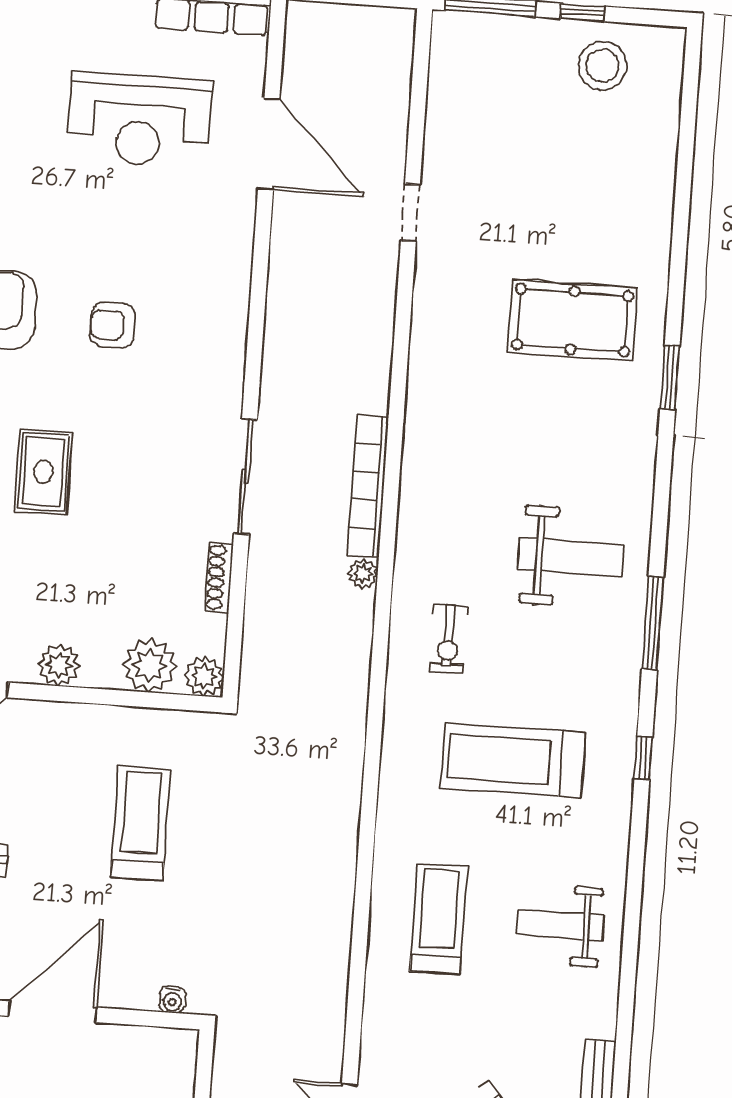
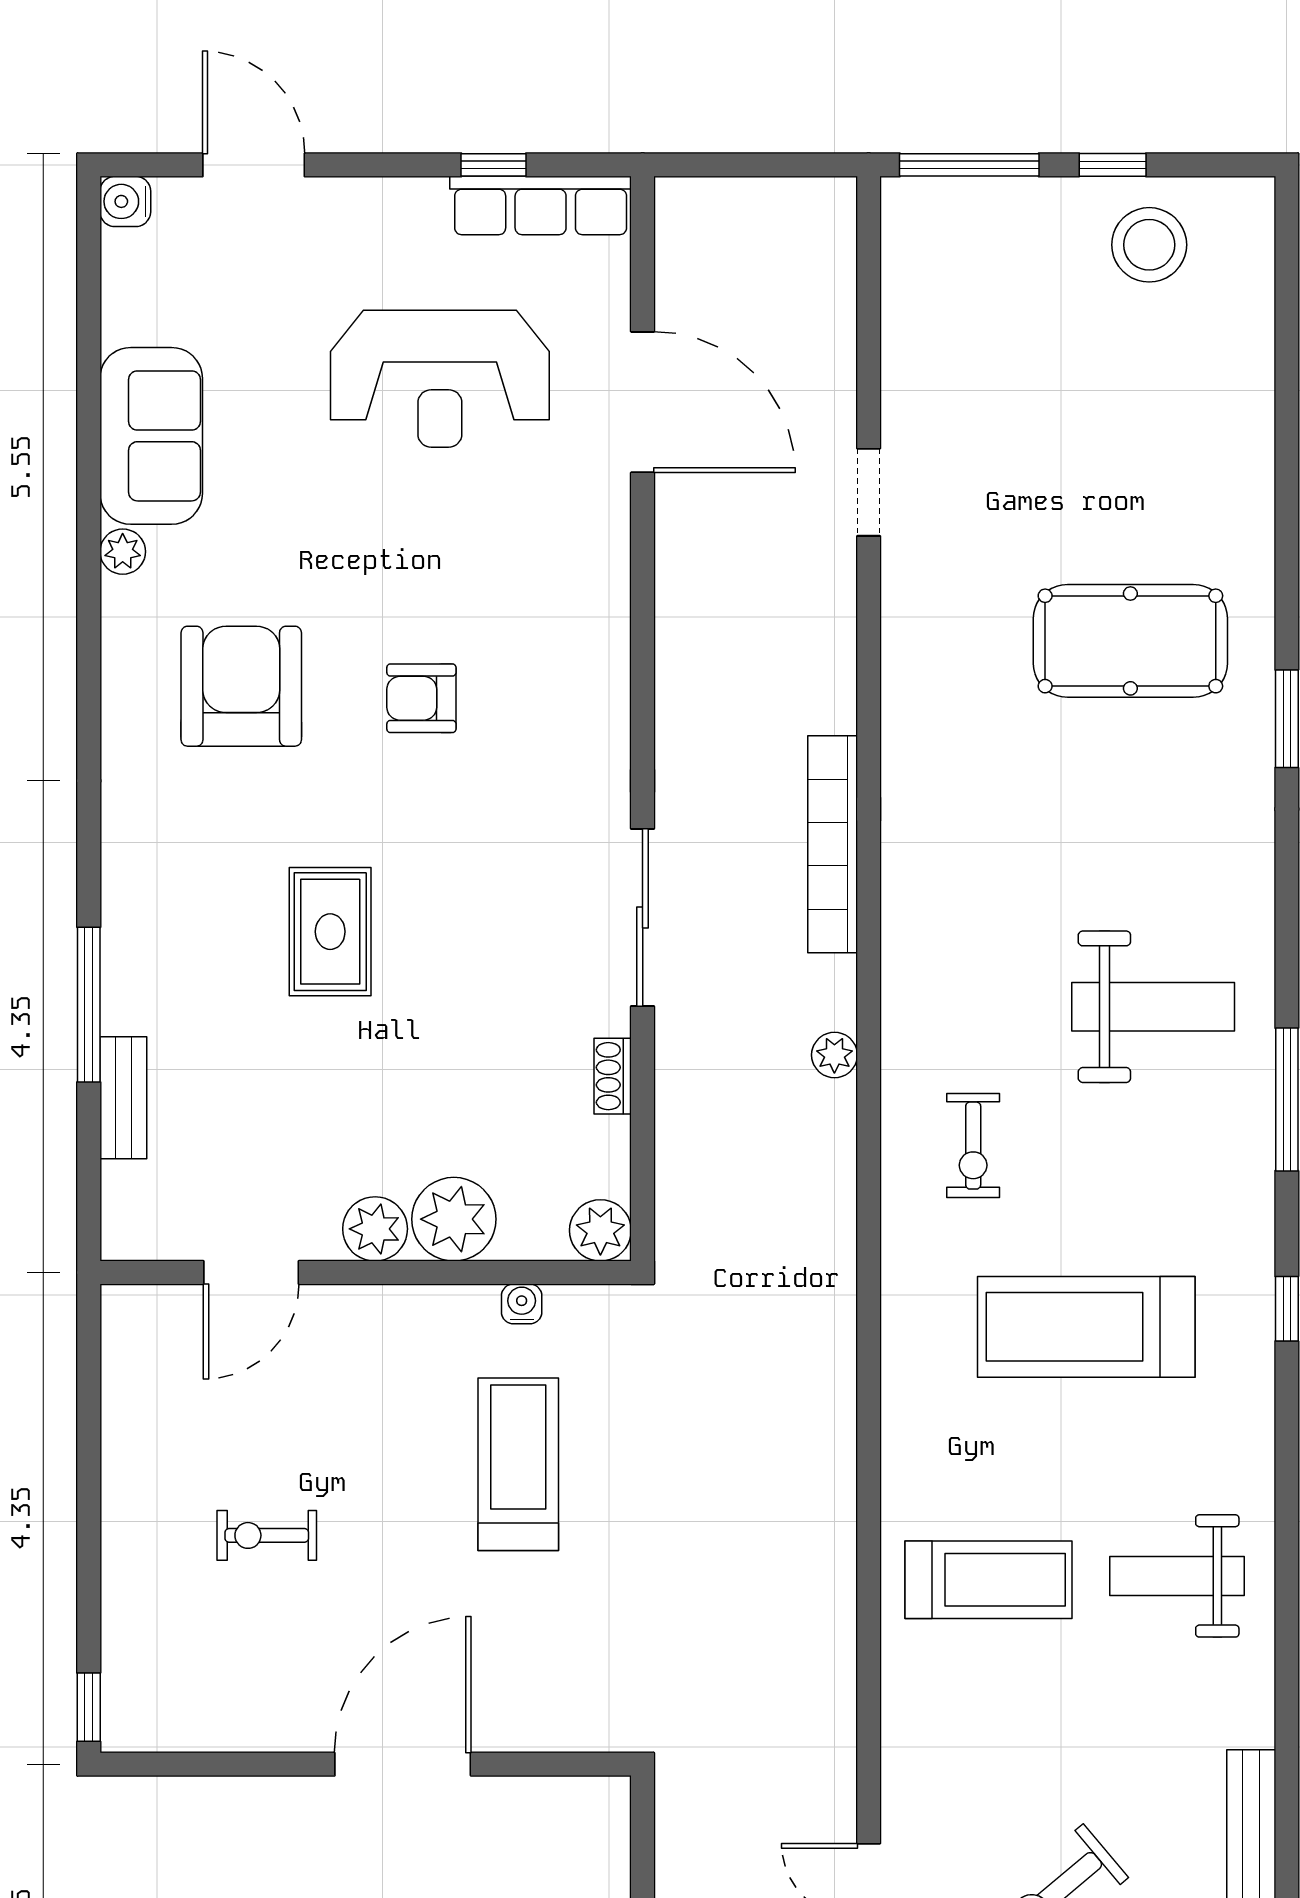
bookcase: (368, 486) -> (833, 844), moved
shoe rack: (219, 578) -> (613, 1076), width x0.70
plant: (150, 665) -> (454, 1219), moved
treadmill: (439, 919) -> (988, 1580), turned 90
water cooler: (172, 1000) -> (522, 1304), moved, turned 180

